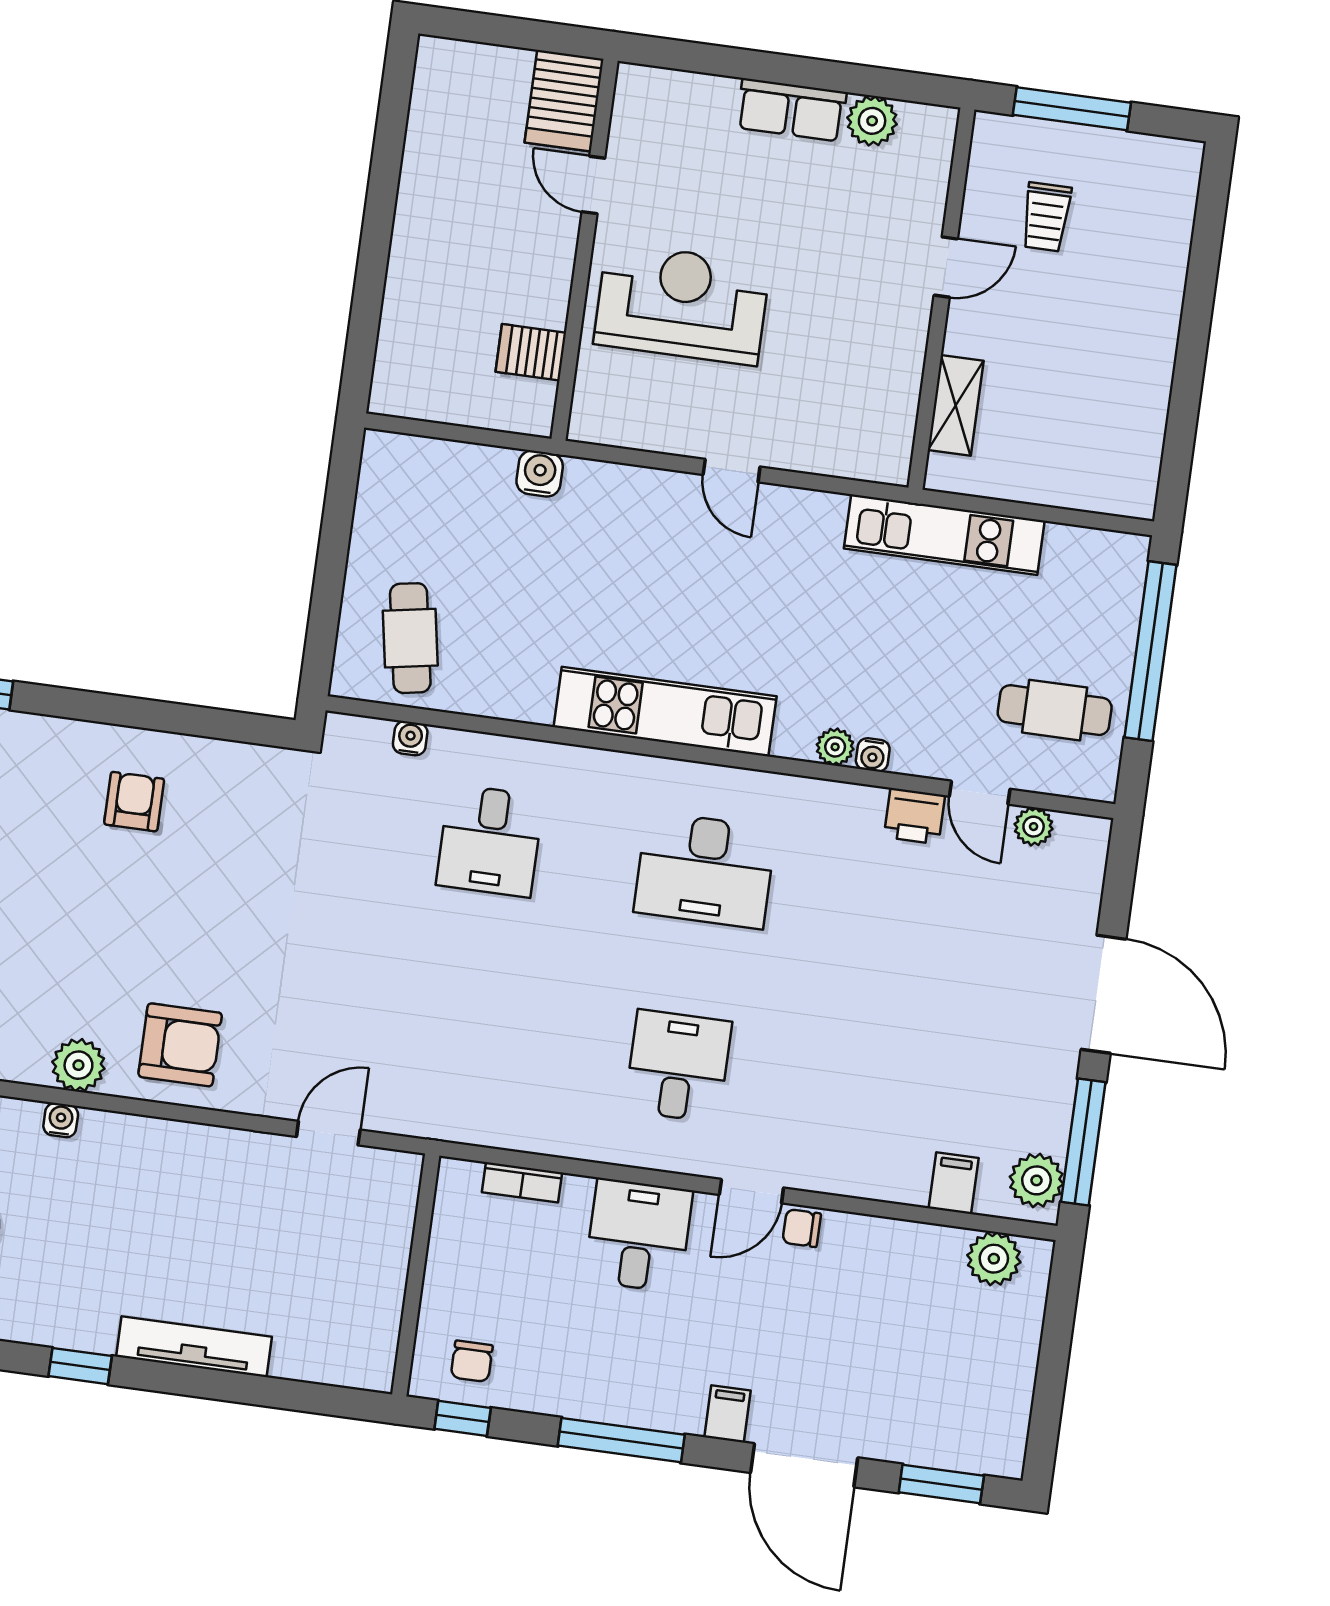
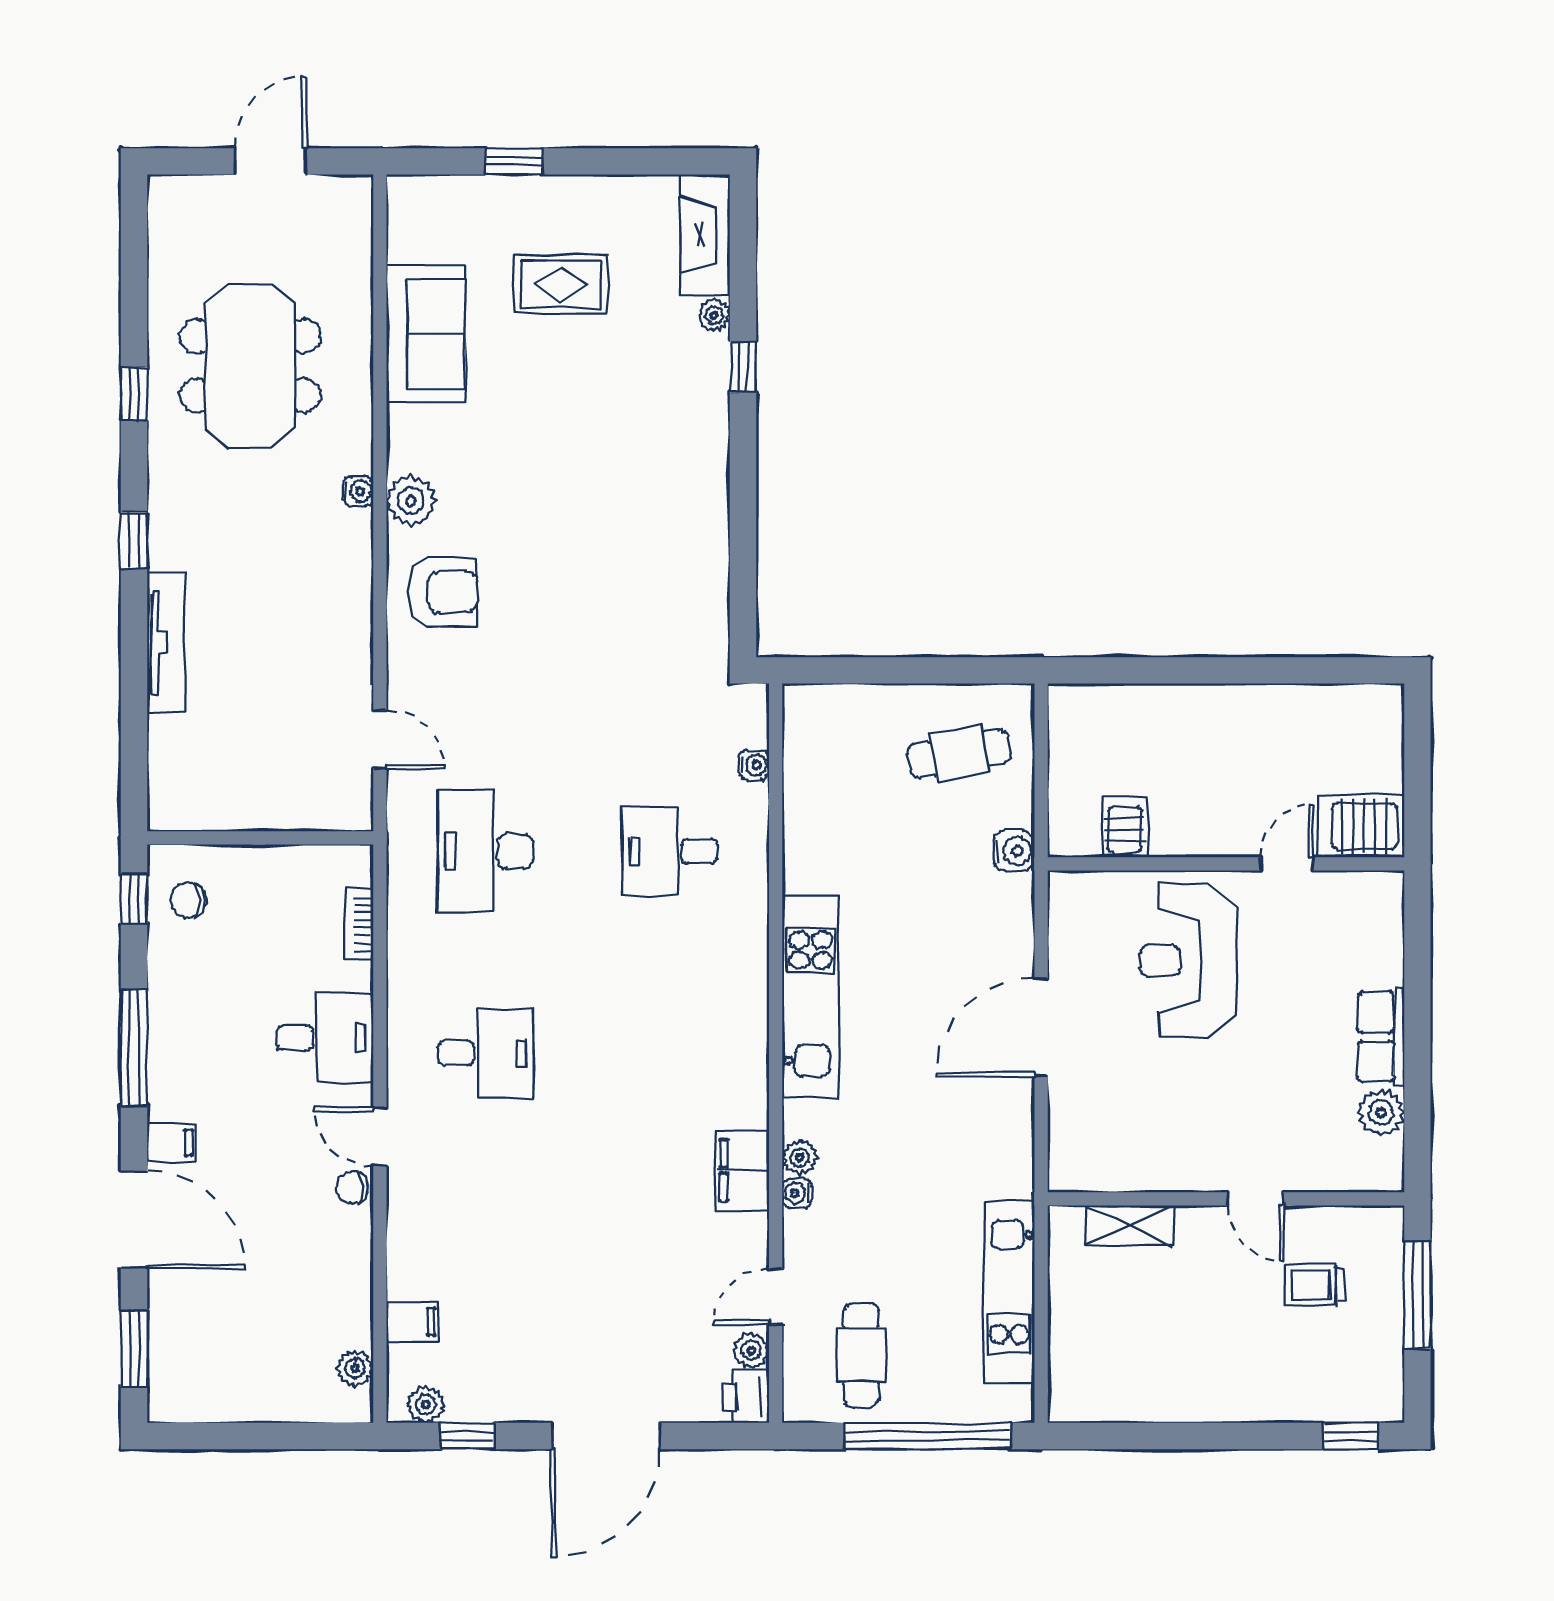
window: (1212, 201) -> (1350, 1436), added
reception desk: (682, 304) -> (1188, 961), turned 180
door: (732, 471) -> (1041, 1027), width x1.88
kitchen unit: (944, 535) -> (1009, 1293), moved
cafe table: (410, 638) -> (959, 754), moved
armchair: (134, 802) -> (661, 519), removed
filing cabinet: (840, 810) -> (742, 1170), added
printer: (914, 816) -> (746, 1397), moved
desk: (705, 870) -> (486, 851), moved
armchair: (180, 1045) -> (443, 592), turned -90
window: (1083, 1142) -> (467, 1436), width x0.46
plant: (1036, 1180) -> (426, 1405), width x0.73, depth x0.73
chair: (802, 1228) -> (352, 1187), turned -90
plant: (994, 1259) -> (355, 1368), width x0.73, depth x0.73
door: (804, 1465) -> (134, 1220), swing flipped

